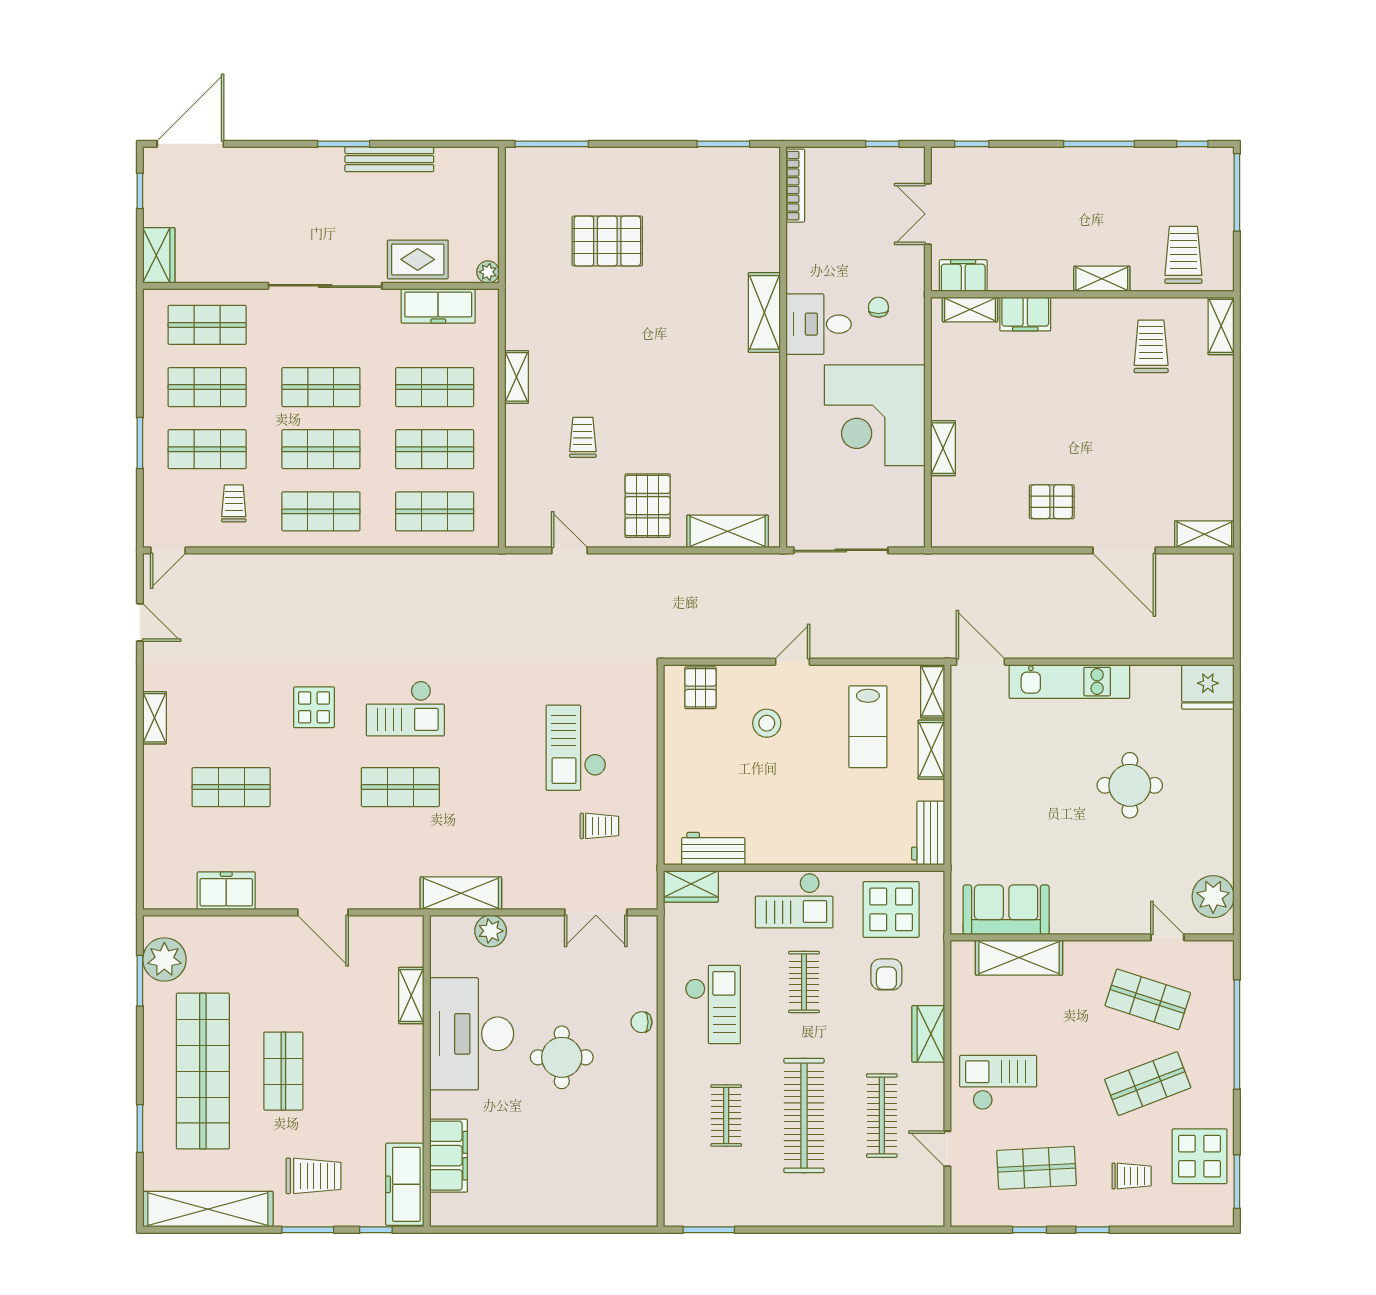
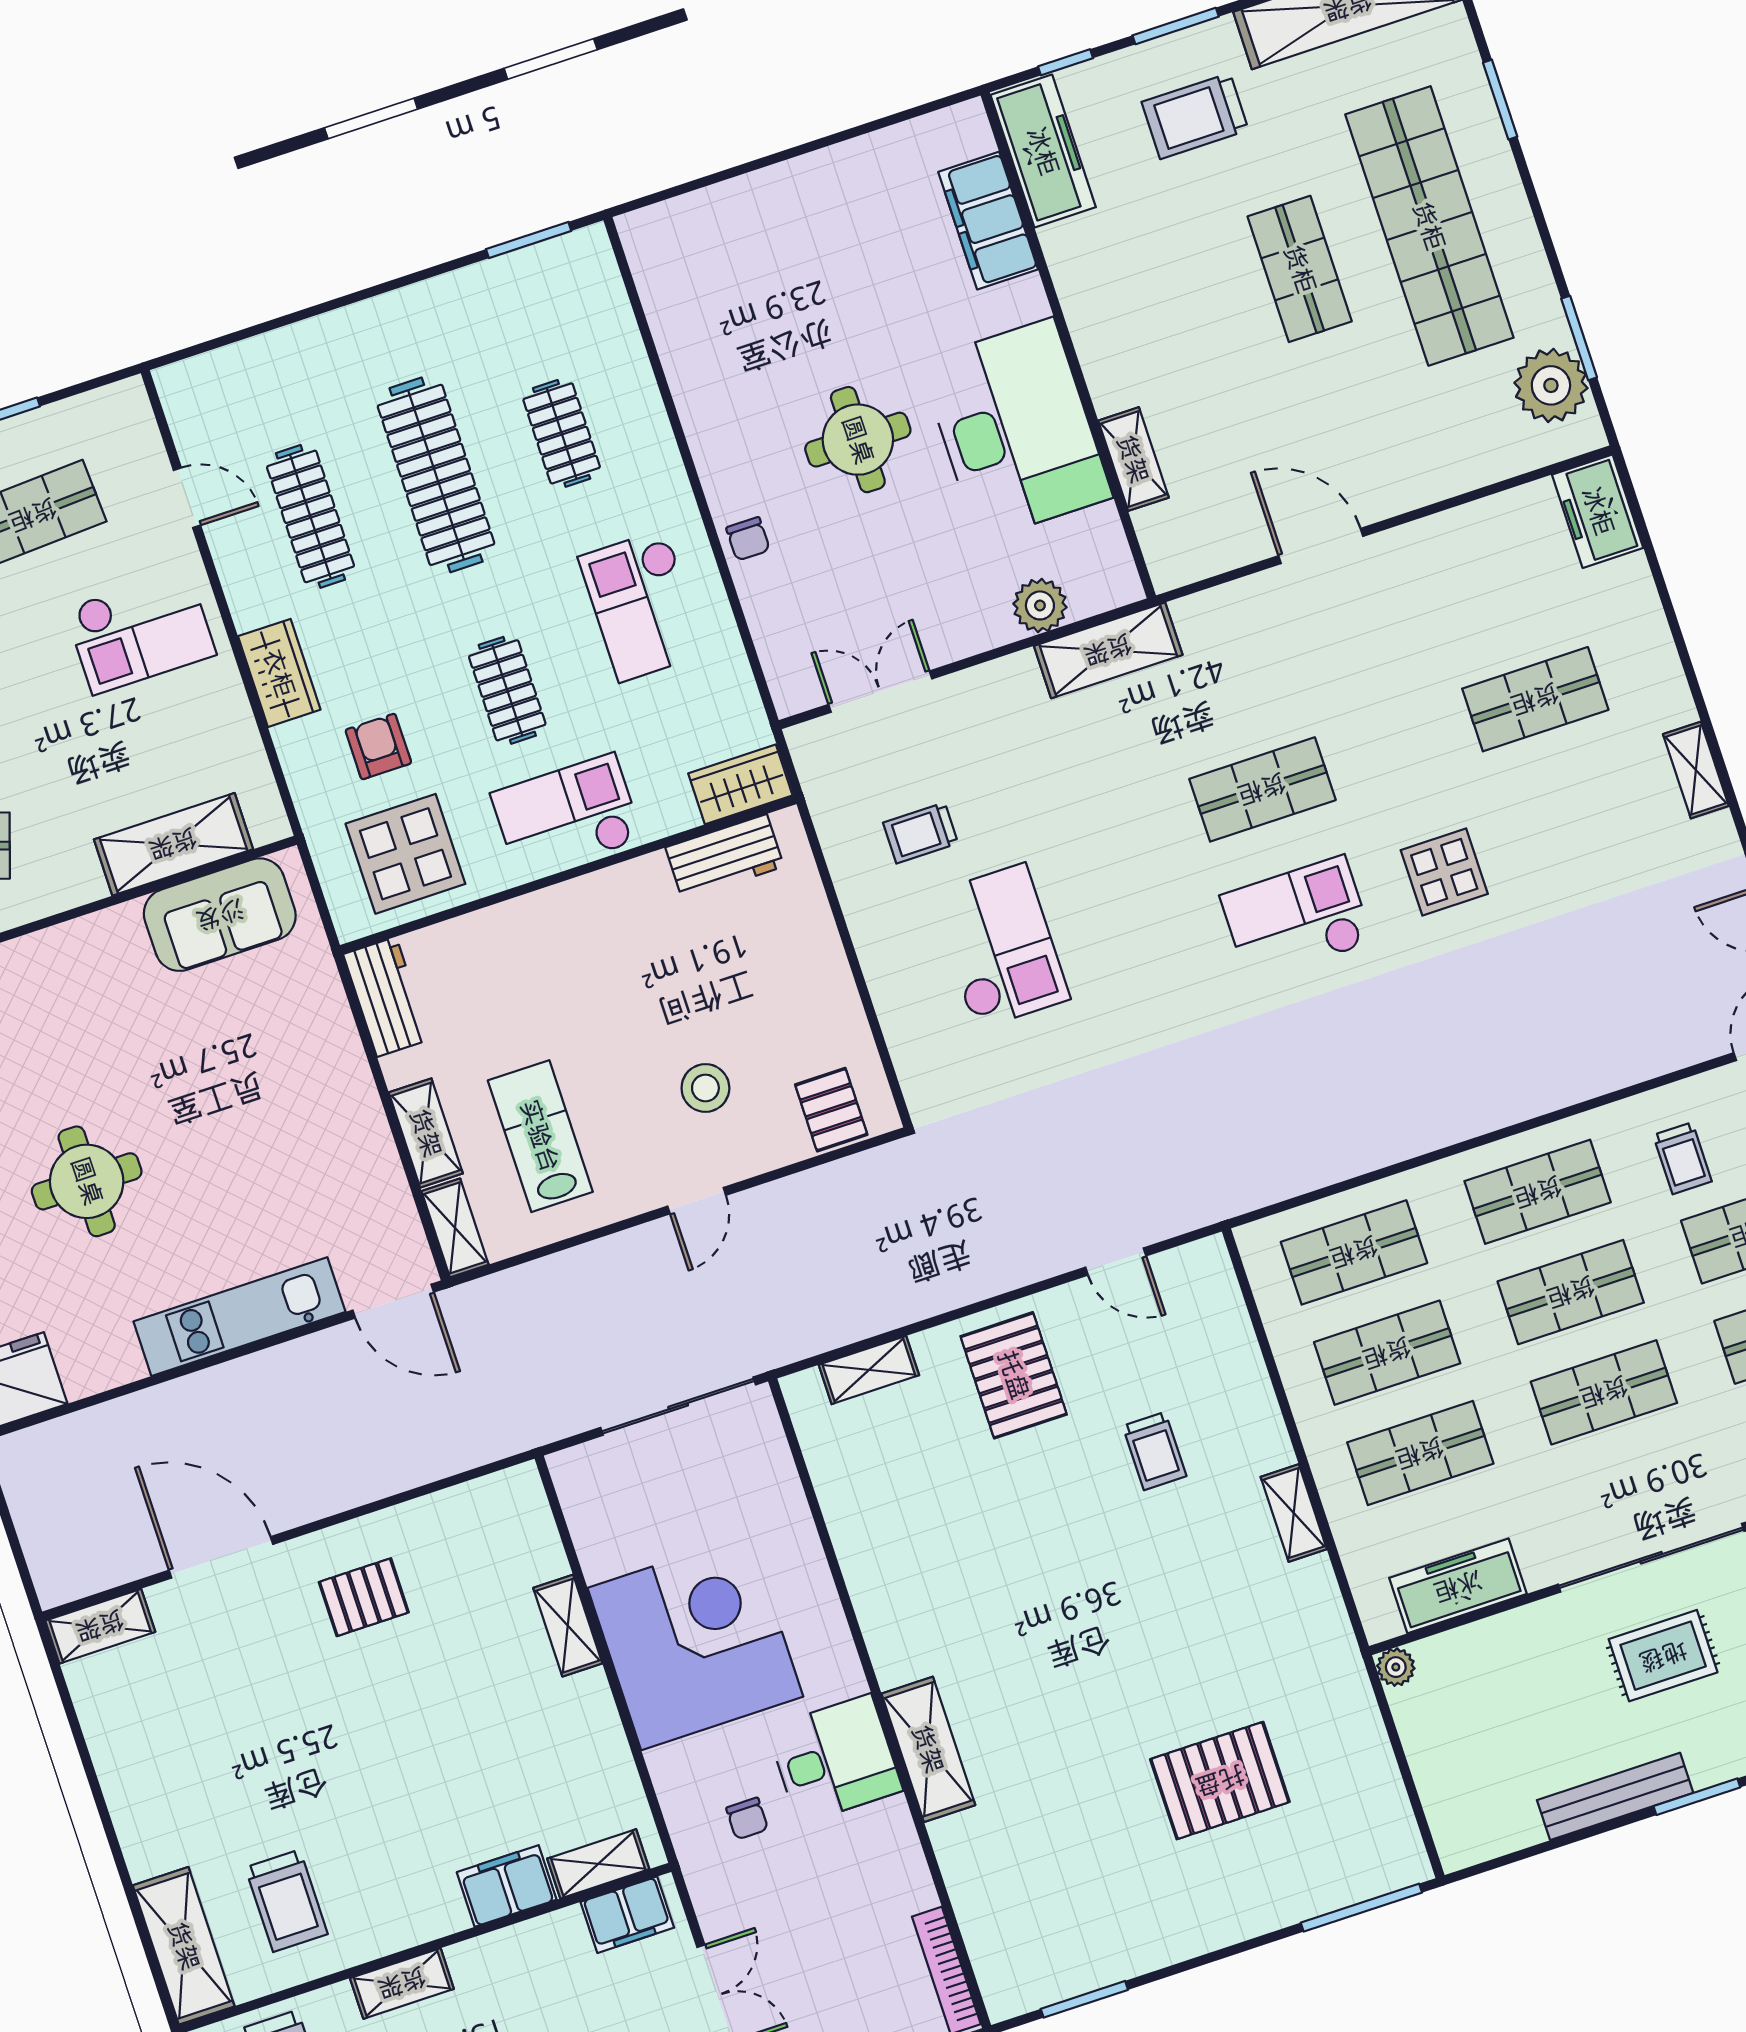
rug: (418, 259) -> (1663, 1656), moved
shelving: (1221, 326) -> (184, 1946), width x1.50, depth x1.33
shelving: (728, 531) -> (869, 1370), width x0.67, depth x0.75
freezer: (226, 891) -> (1598, 511), moved, turned 90
chair: (641, 1022) -> (748, 539), turned 90

